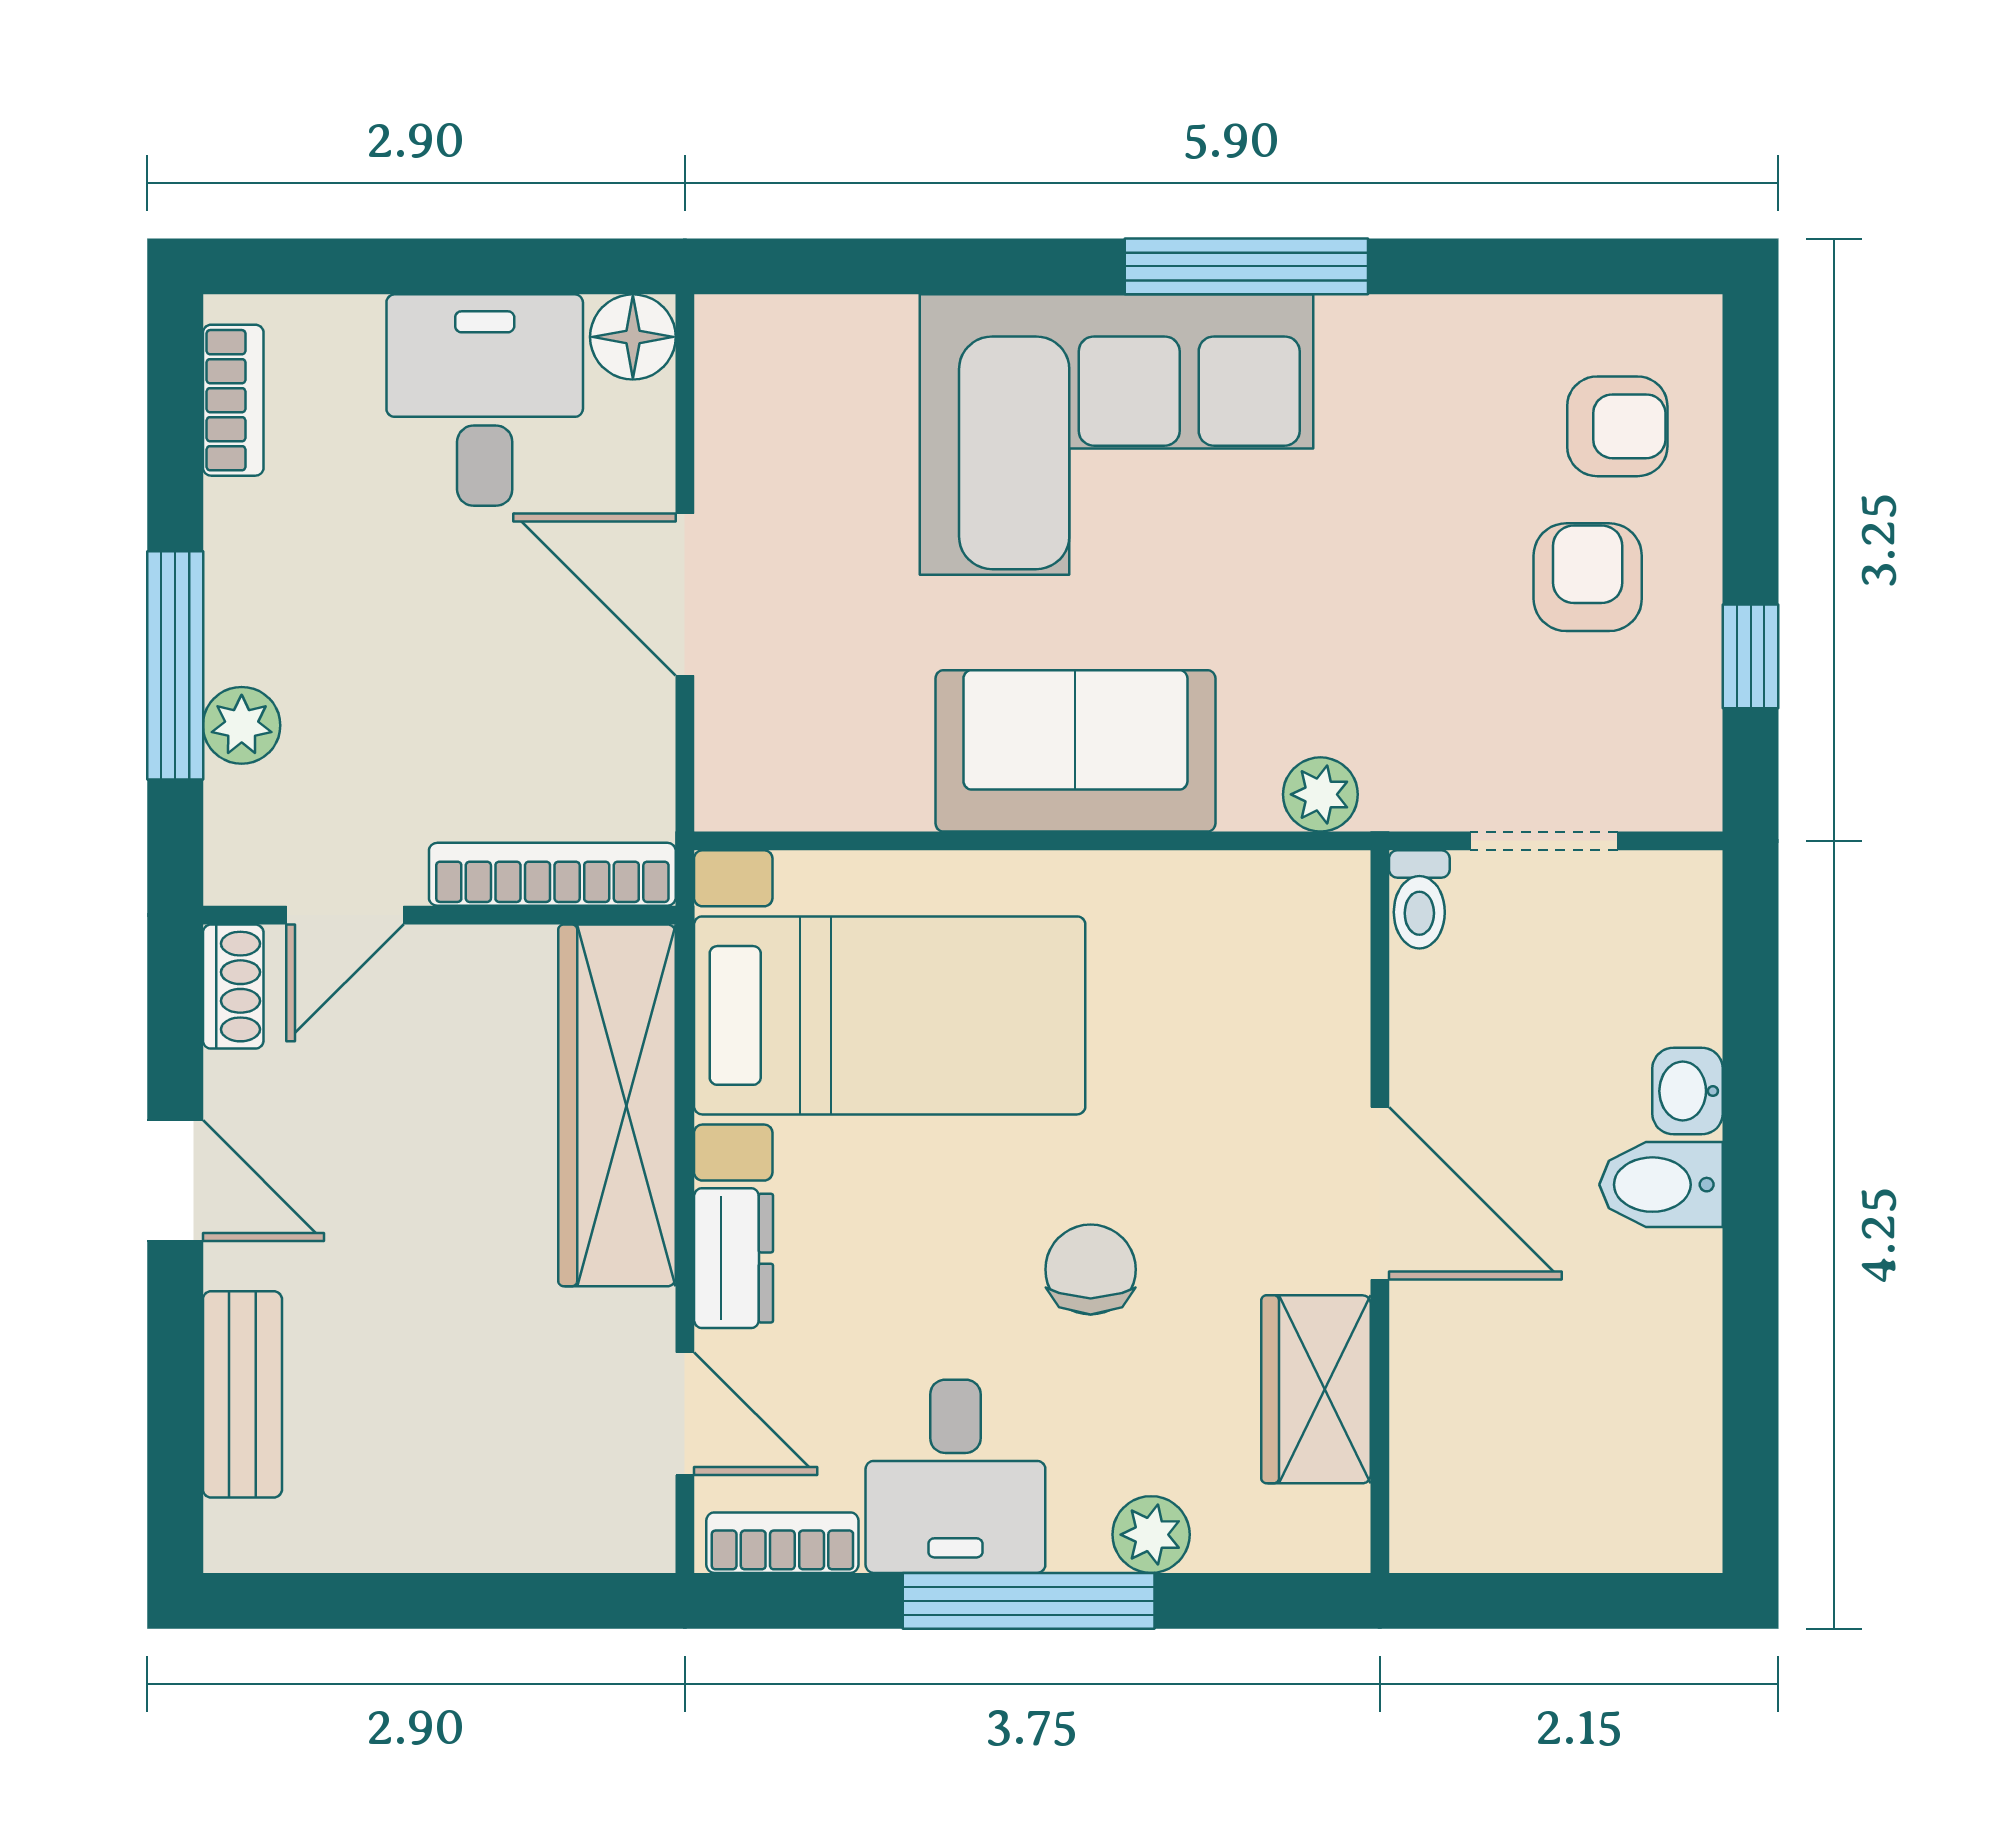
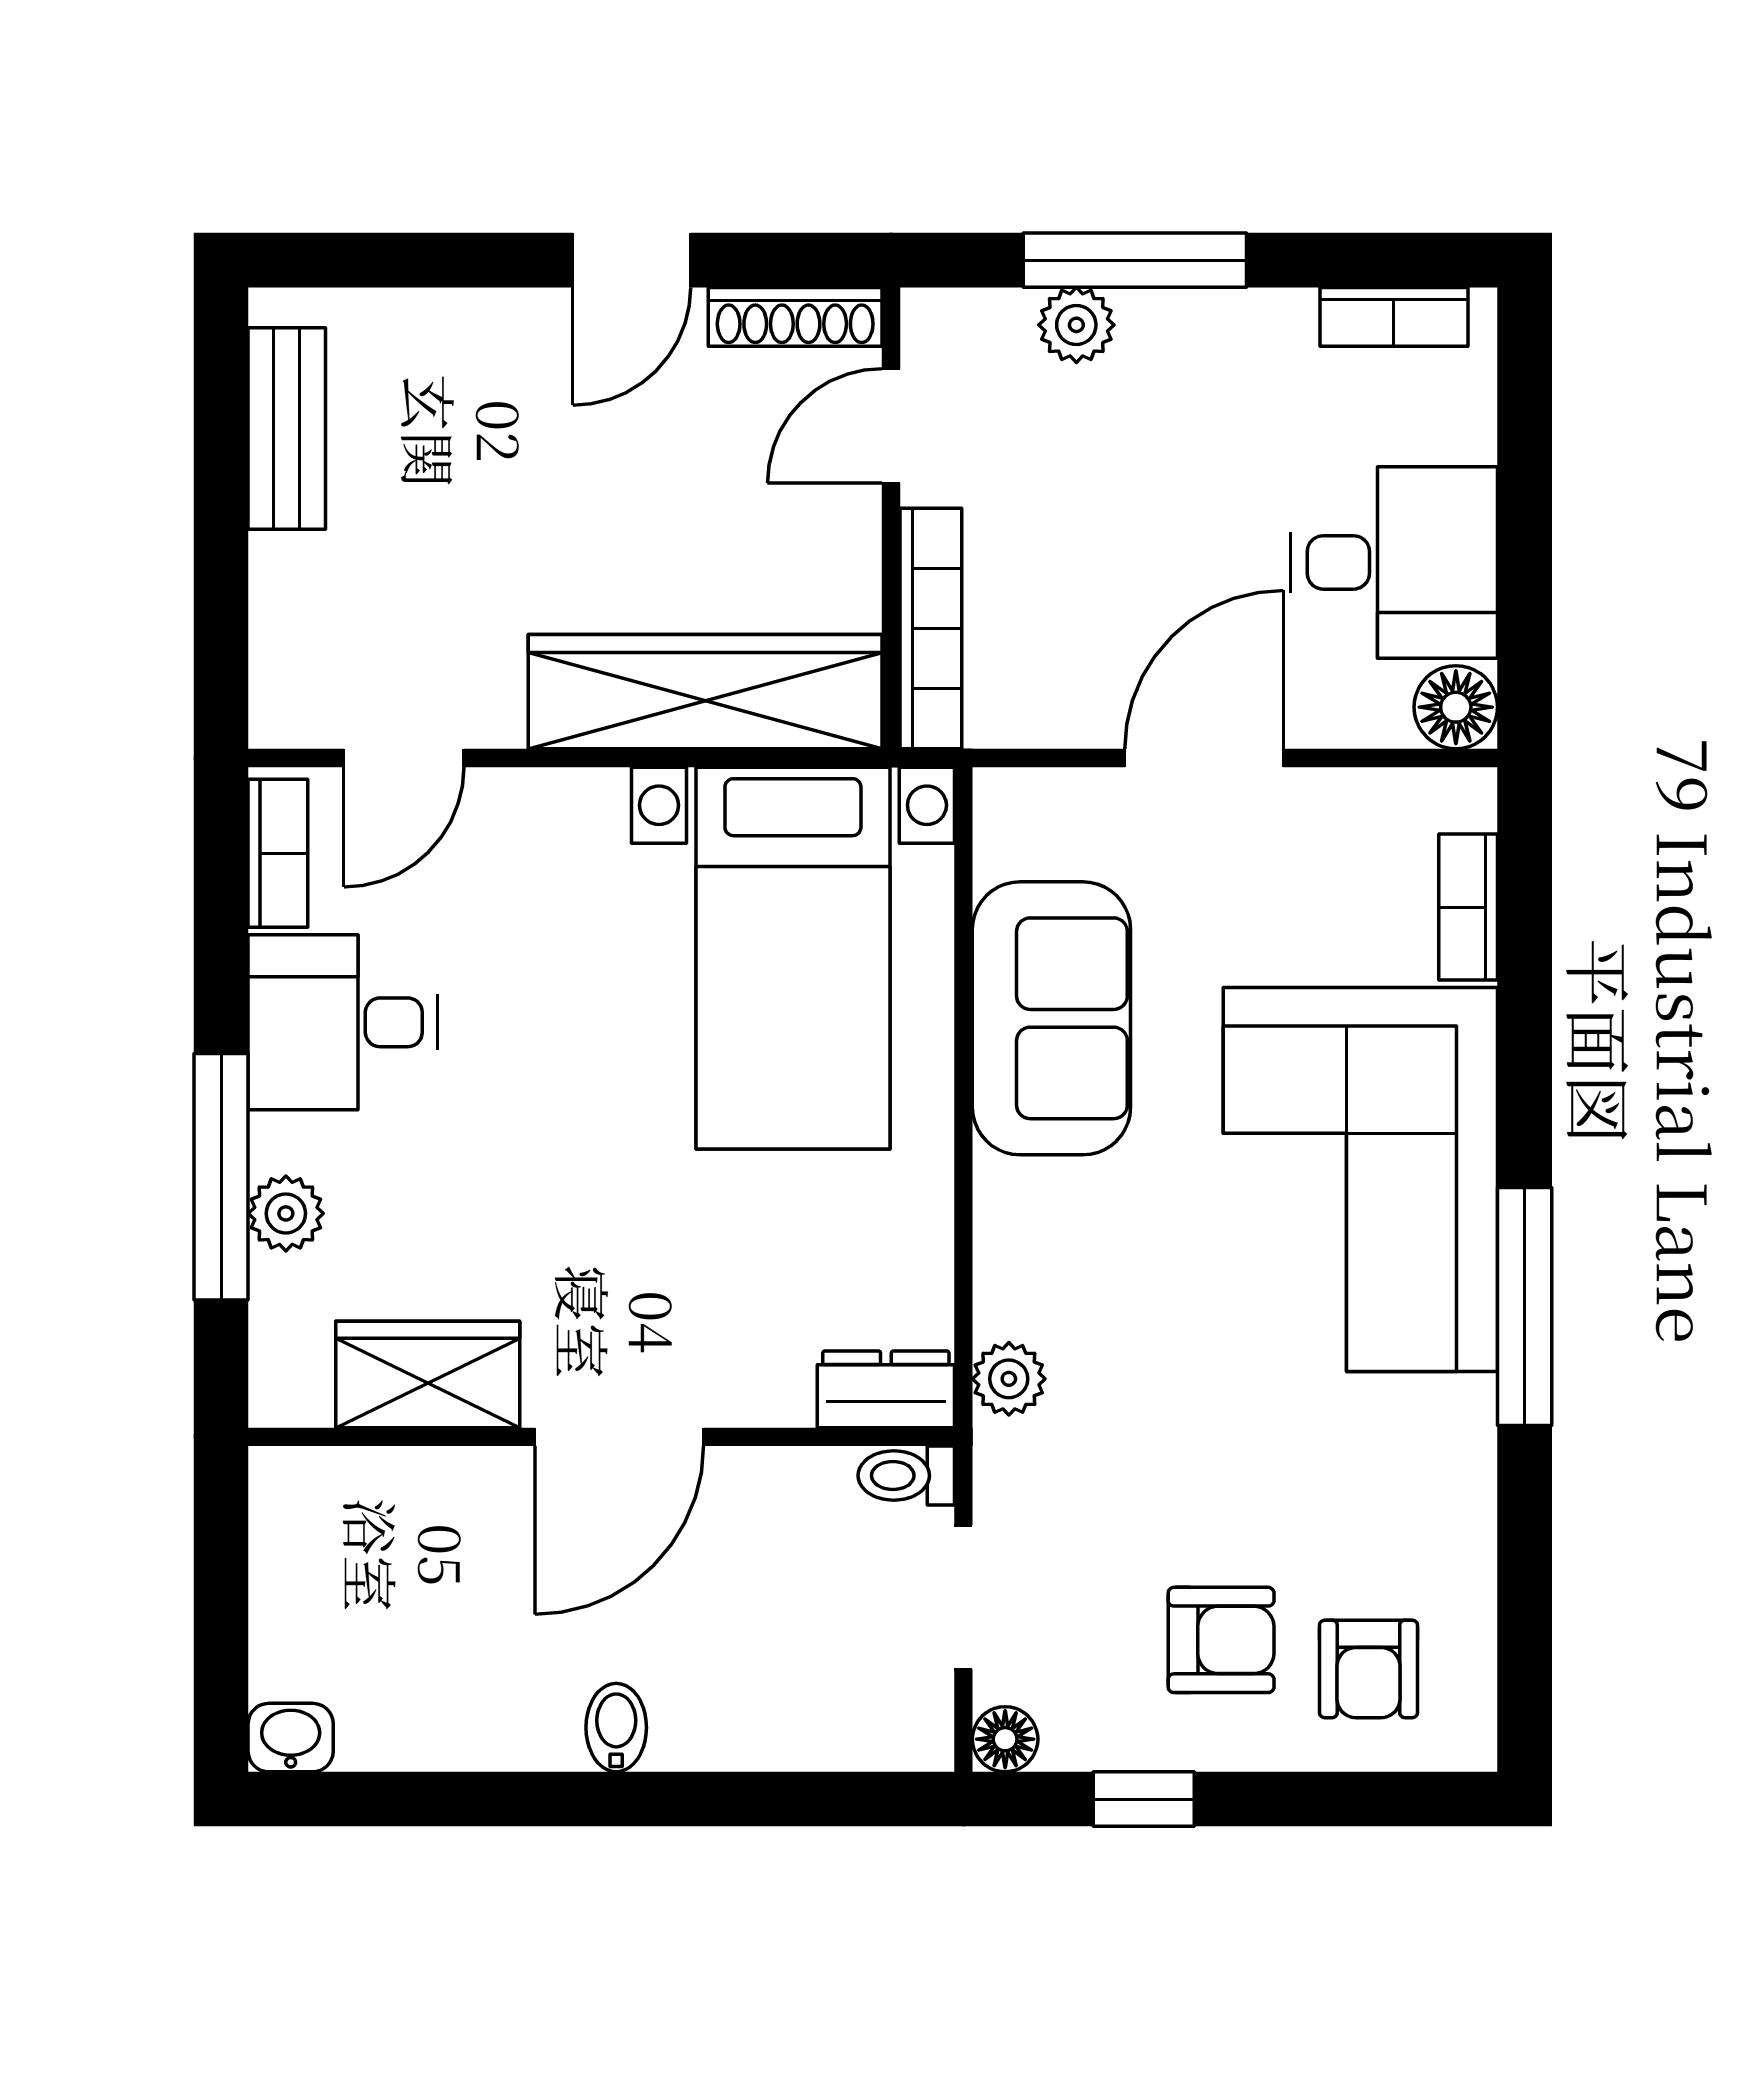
bookcase: (837, 324) -> (1468, 907), added
sofa: (1075, 751) -> (1051, 1018), moved
floor lamp: (1689, 798) -> (1005, 1739), added
door: (345, 915) -> (891, 426), hinge flipped
shoe rack: (233, 987) -> (795, 317), width x1.43
washbasin: (1688, 1091) -> (291, 1738), moved
bidet: (1661, 1185) -> (616, 1728), width x0.72, depth x0.74
dresser: (734, 1258) -> (886, 1389), moved, turned 180
chair: (1091, 1269) -> (545, 1154), removed
bench: (242, 1394) -> (287, 428), moved, turned 90
window: (1029, 1601) -> (221, 1177), moved

